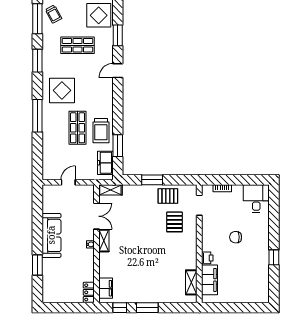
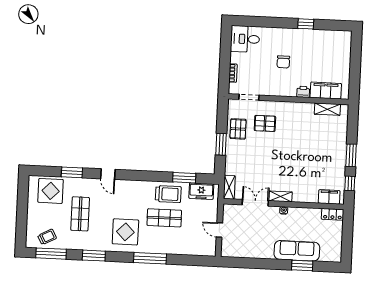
sofa: (51, 235) -> (297, 251), moved

